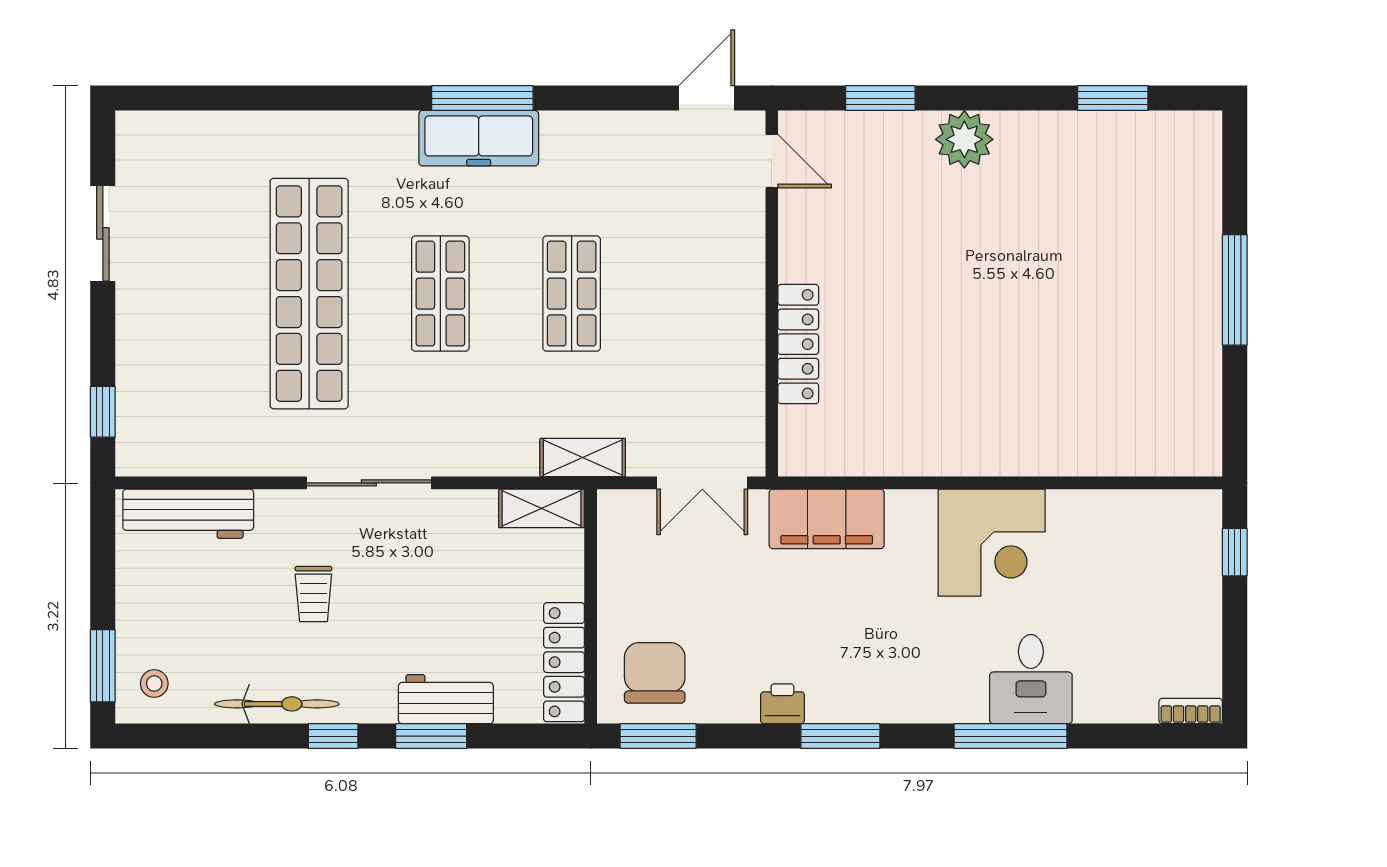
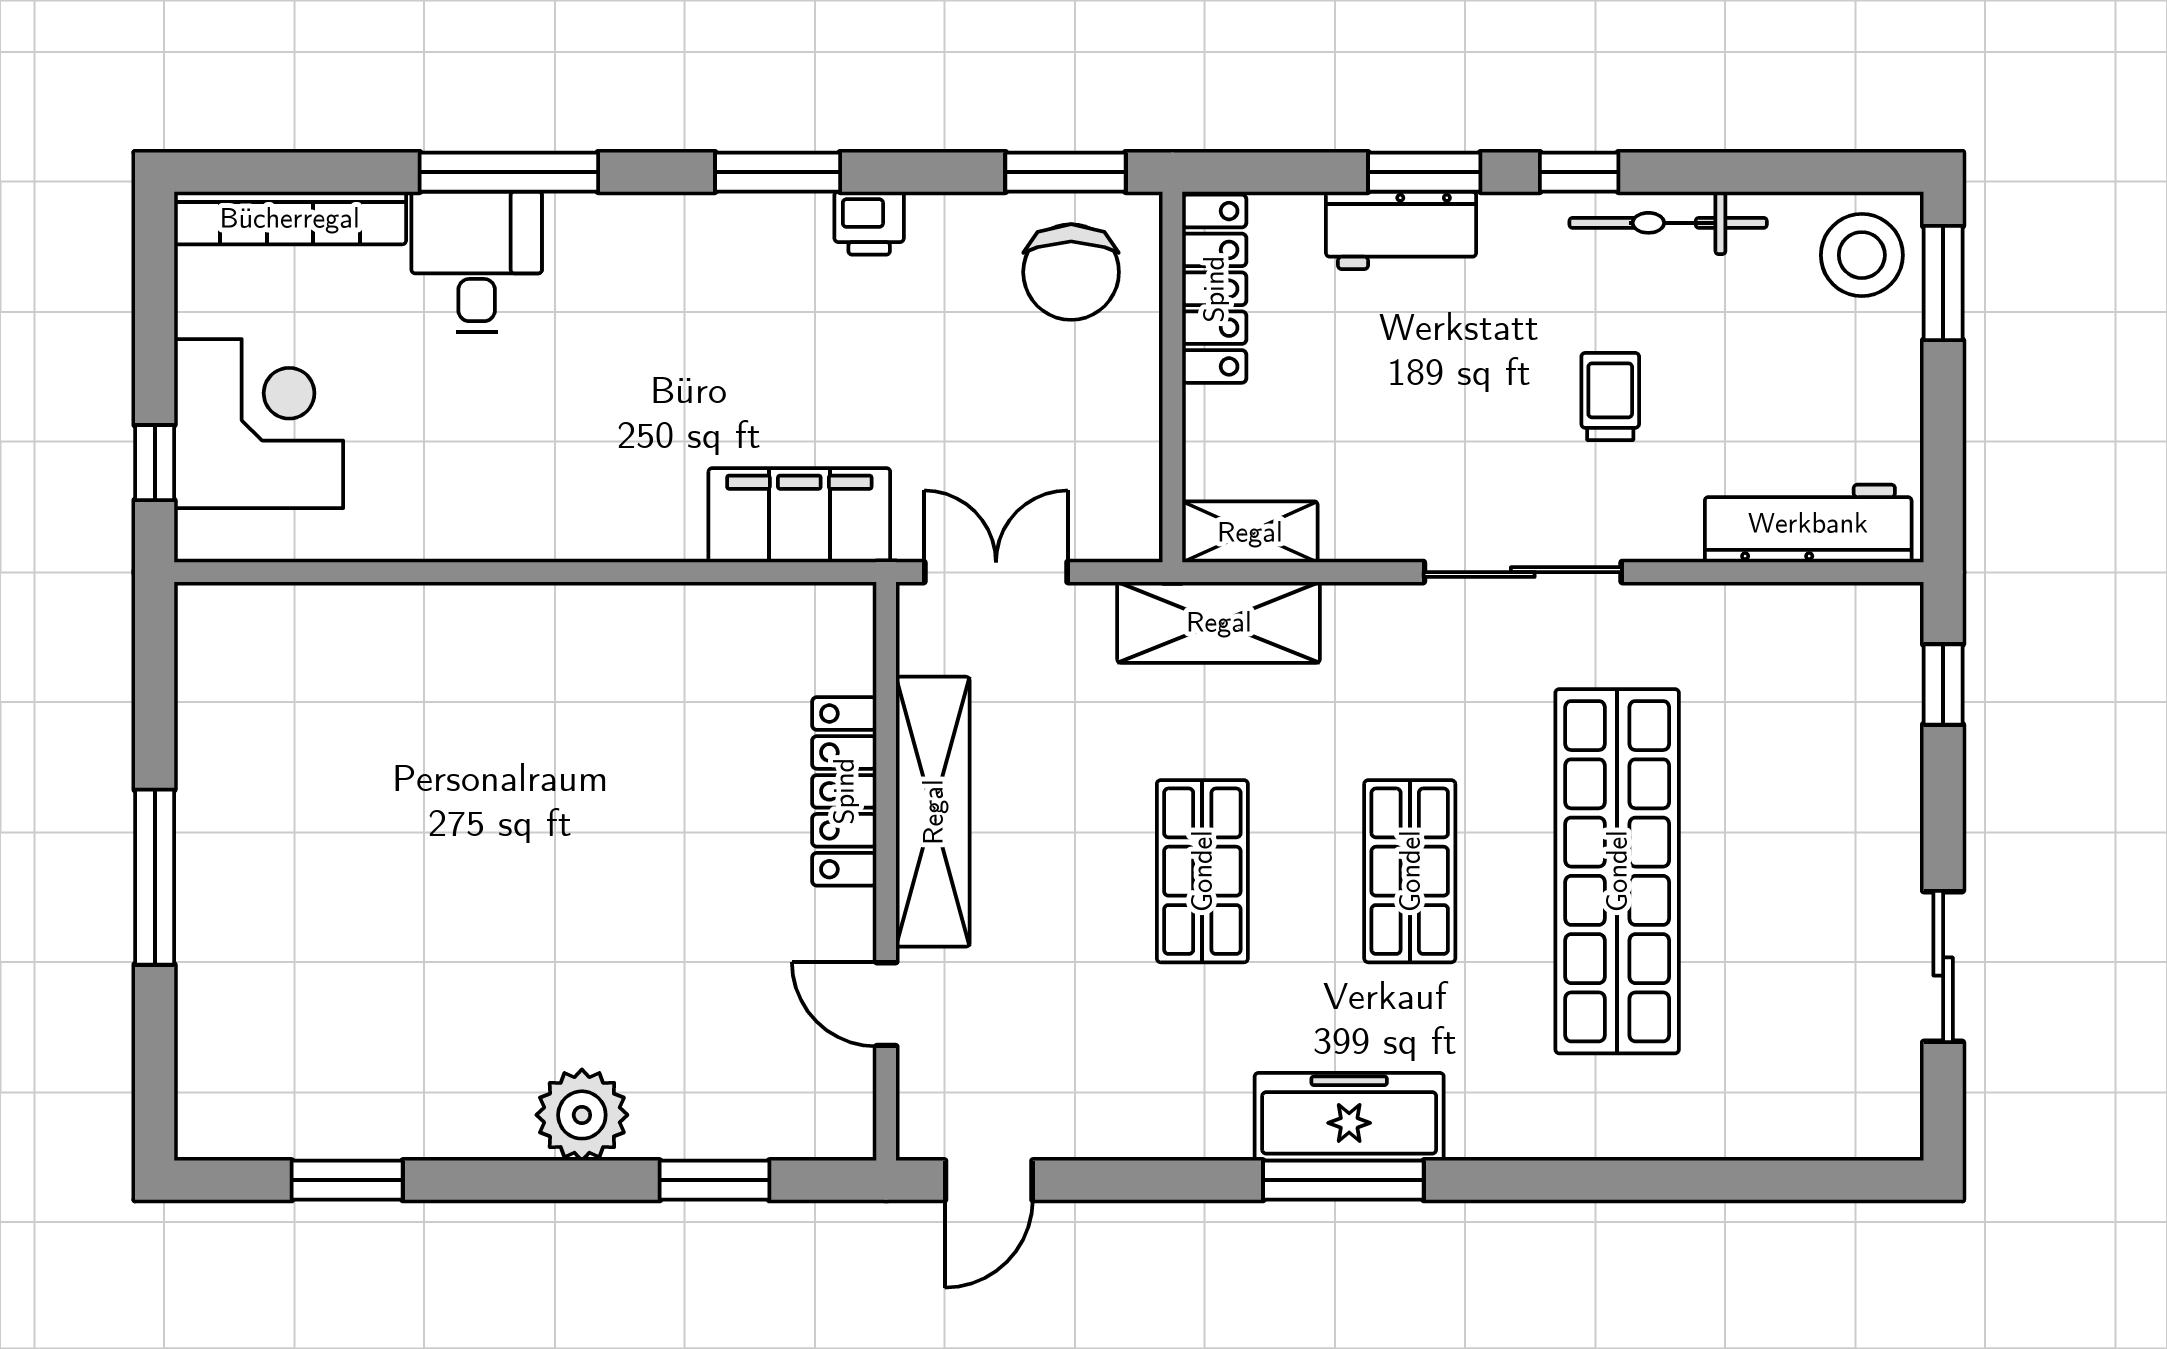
door: (772, 161) -> (886, 1004), moved
shelving: (742, 331) -> (933, 812), added
shelving: (583, 457) -> (1219, 622), width x1.50, depth x1.33
corner desk: (992, 543) -> (259, 424), moved, turned 90
stool: (154, 684) -> (1862, 255), width x1.89, depth x1.89
bookcase: (1191, 711) -> (290, 218), width x2.31, depth x1.31

